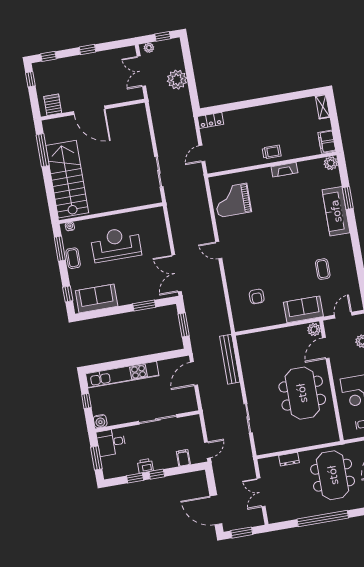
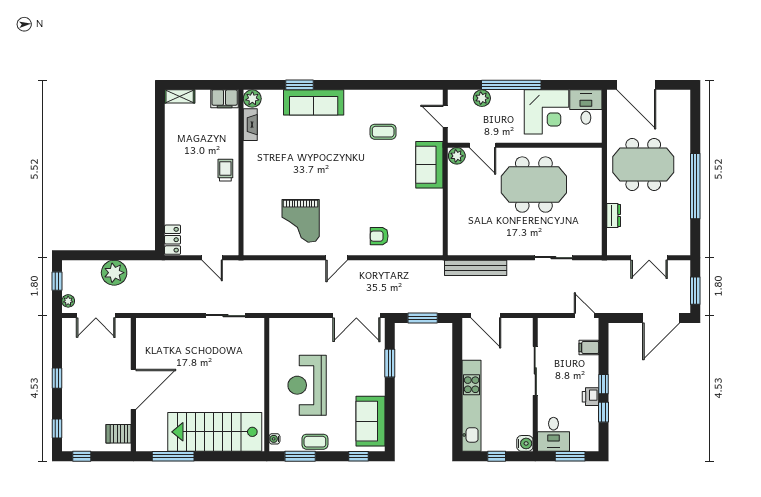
fireplace: (284, 170) -> (250, 125), moved
grand piano: (232, 200) -> (301, 221), moved
armchair: (257, 296) -> (379, 236), moved, turned 180

